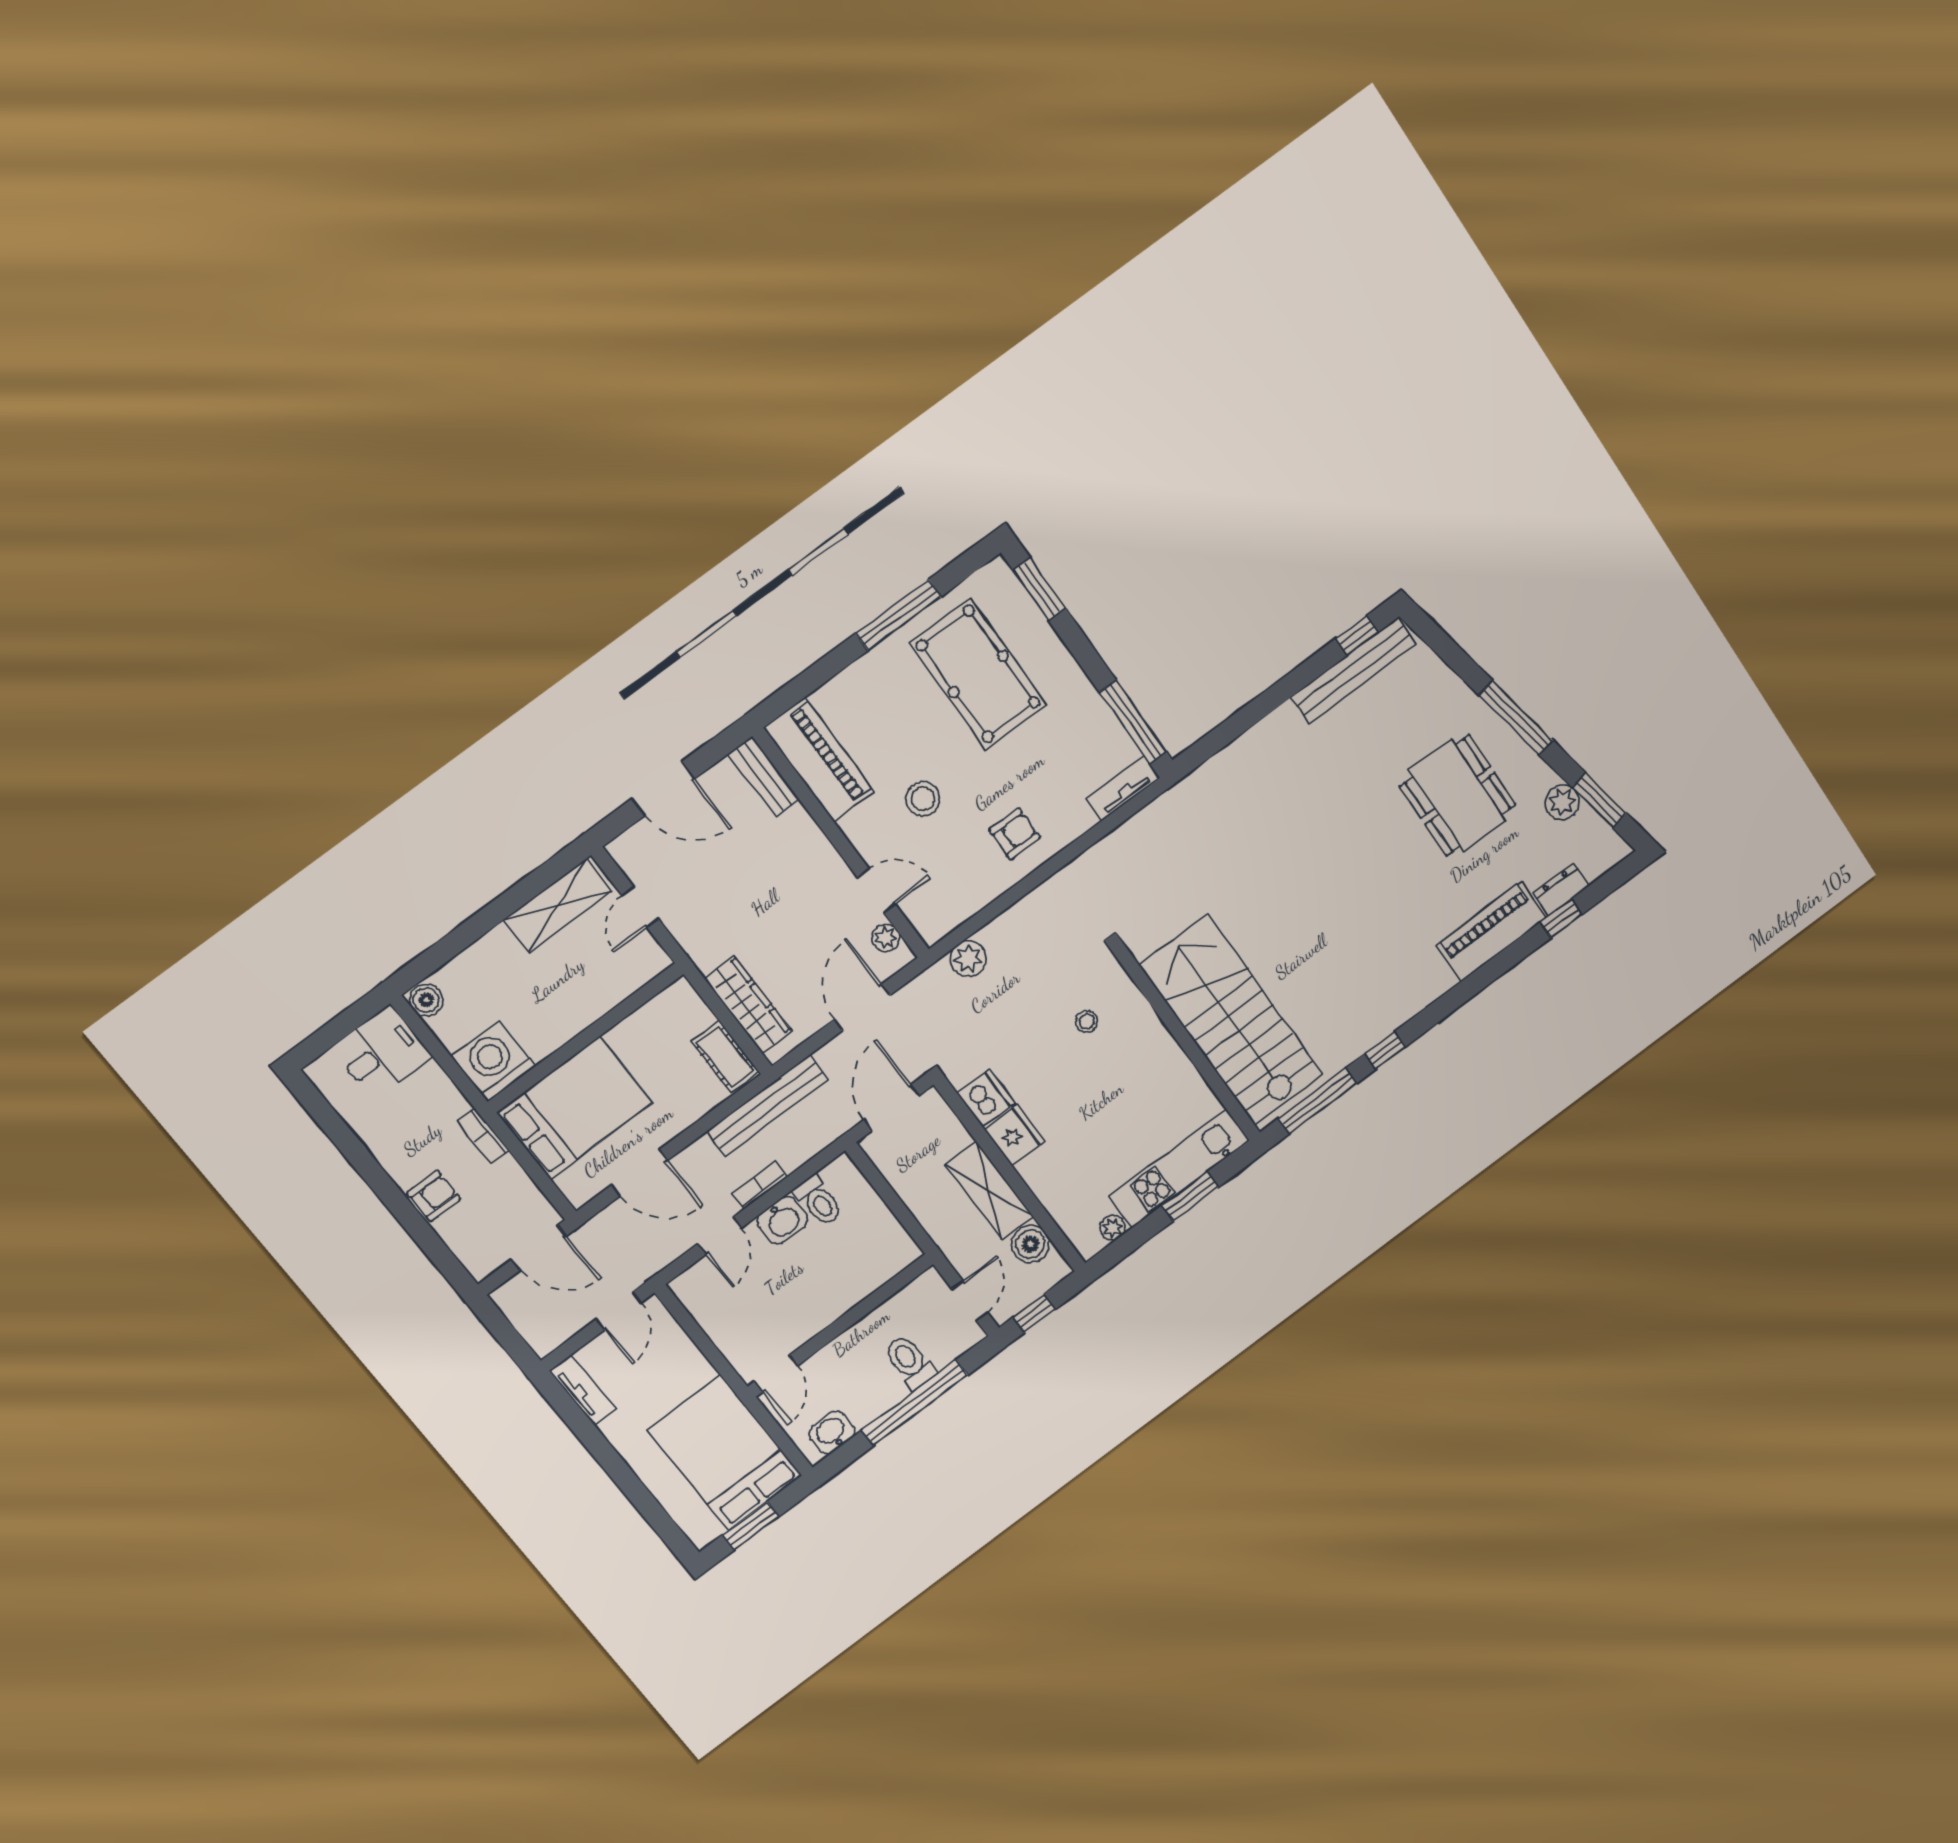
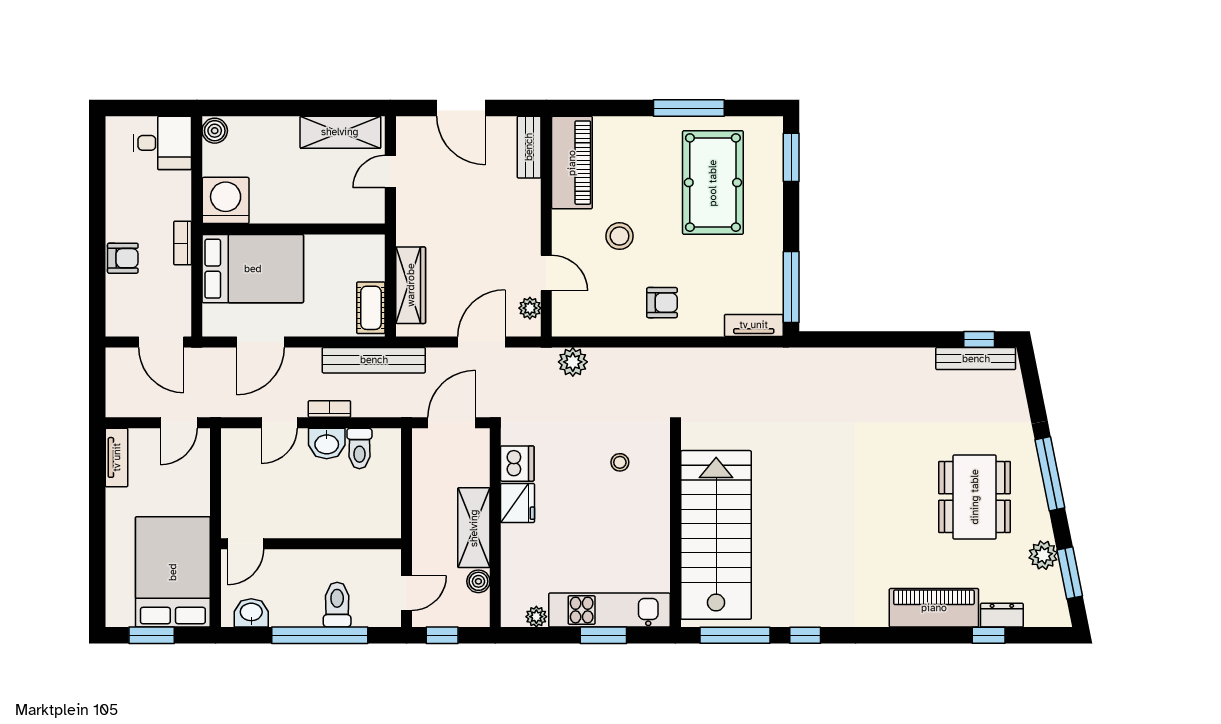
bench: (1354, 670) -> (976, 359), width x0.73, depth x0.82
door: (639, 1173) -> (260, 342), hinge flipped
boiler: (1030, 1244) -> (478, 581), width x0.73, depth x0.73

